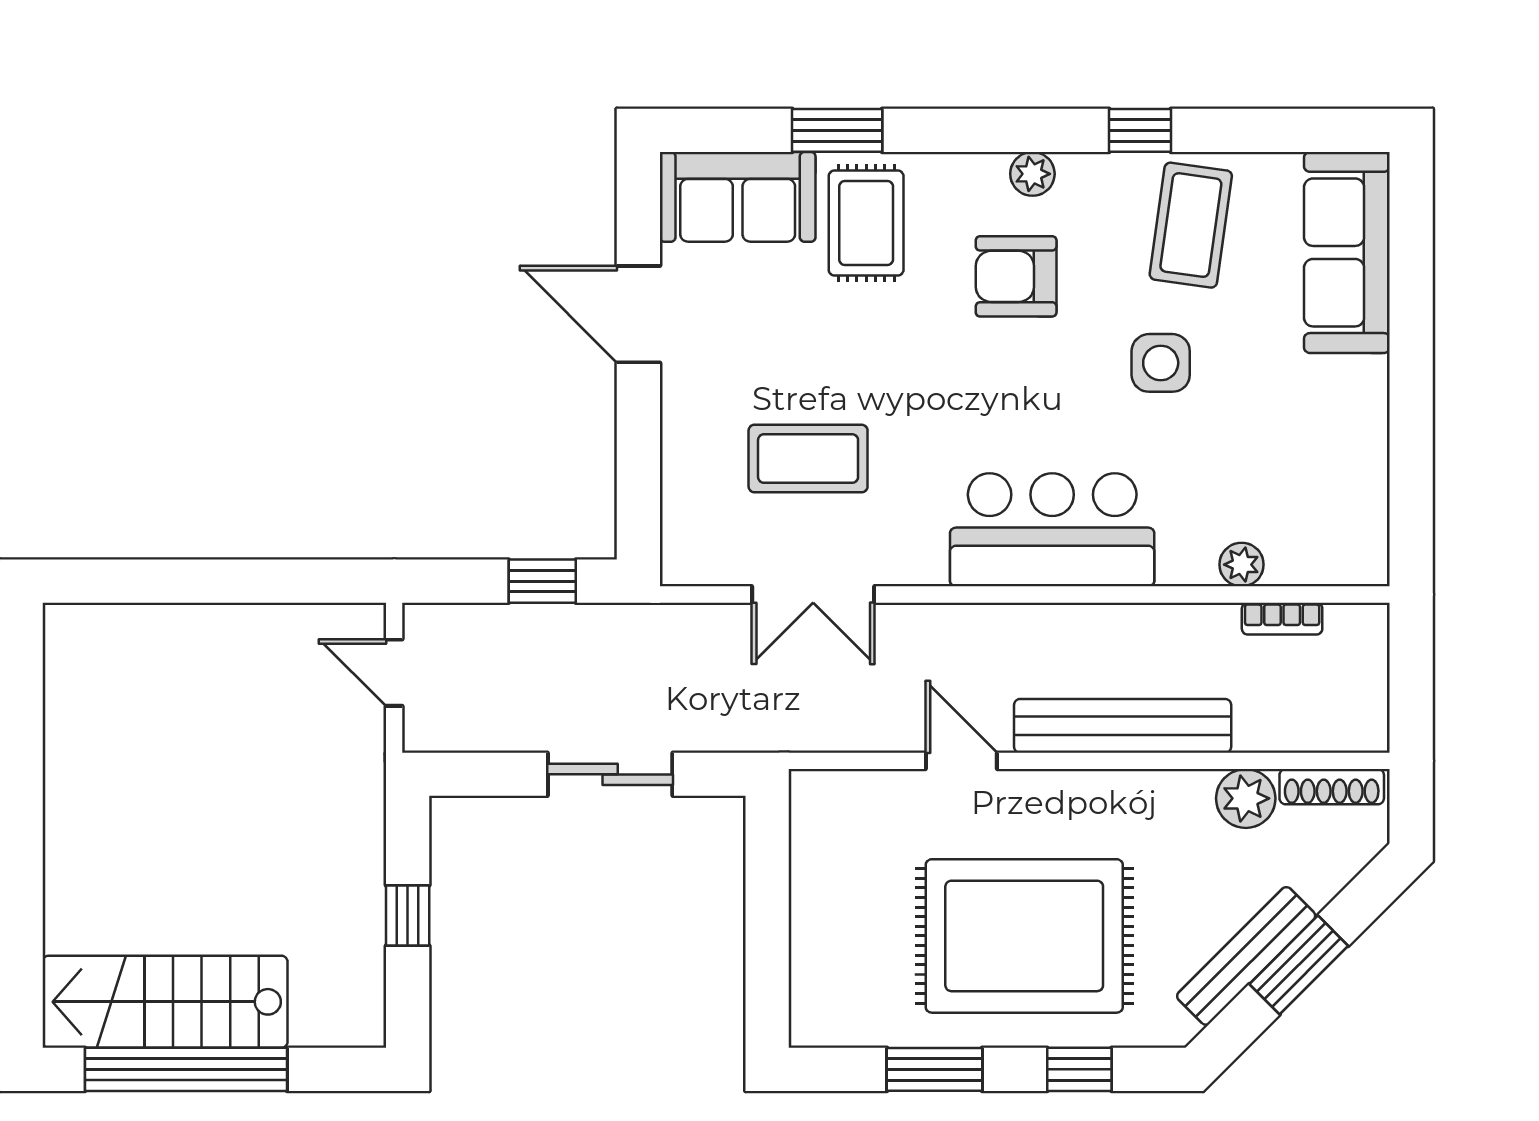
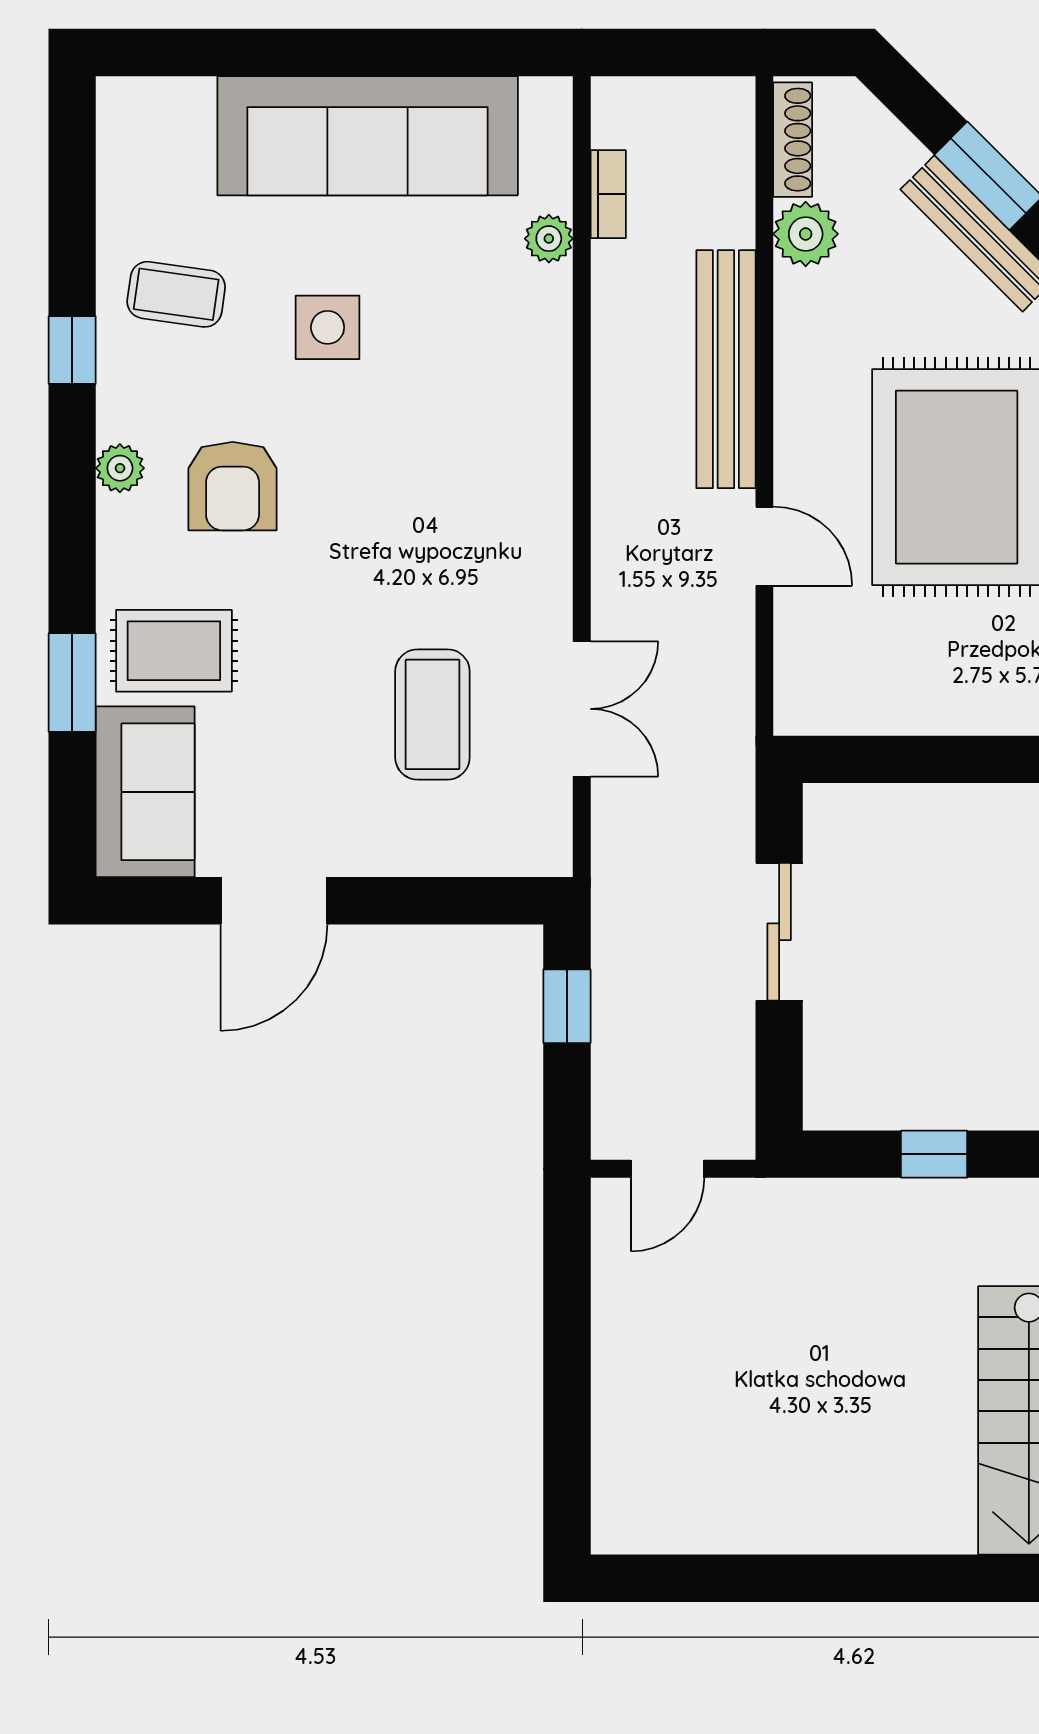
coffee table: (1191, 225) -> (176, 294), width x0.73, depth x0.77
sofa: (1347, 252) -> (368, 136), moved, width x1.36, depth x1.27
bar counter: (1052, 530) -> (511, 447), removed
door: (961, 761) -> (764, 546), swing flipped

